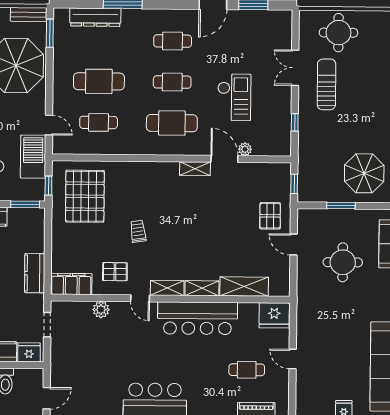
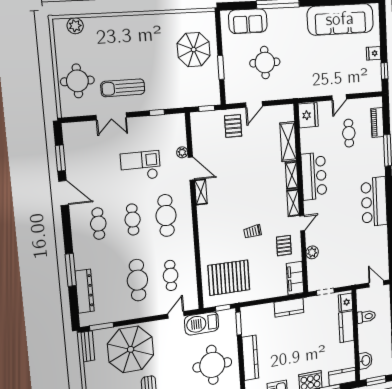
door: (224, 159) -> (191, 169), swing flipped
pallet: (270, 216) -> (233, 126), turned 90
bar counter: (198, 318) -> (314, 176), width x0.73

